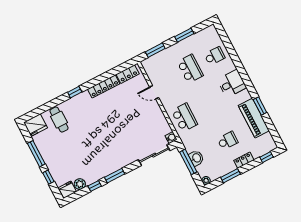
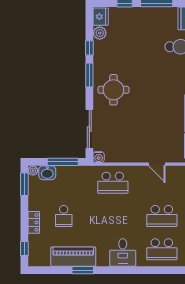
school desk: (215, 56) -> (162, 249), width x1.85
door: (154, 92) -> (157, 164), swing flipped
round table: (116, 152) -> (113, 90), added
washbasin: (196, 158) -> (47, 173), moved
window: (231, 176) -> (24, 184), moved

